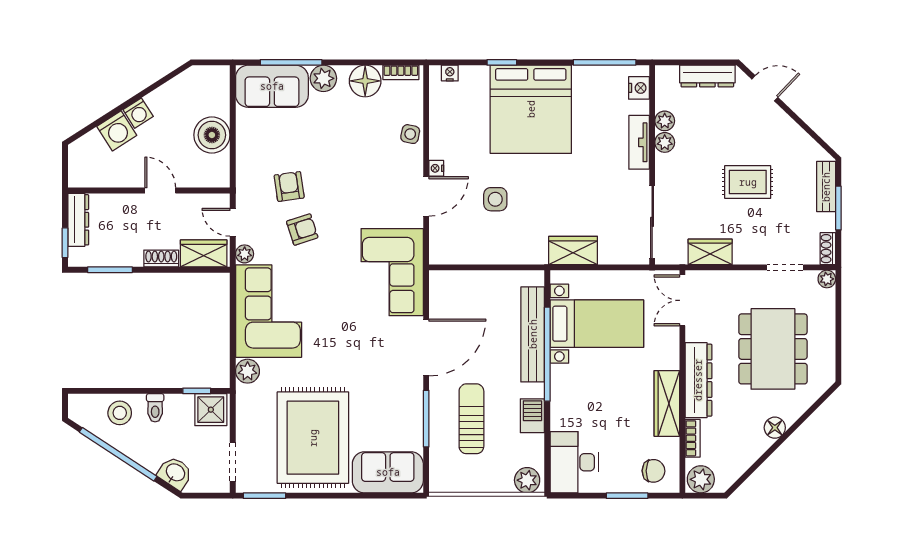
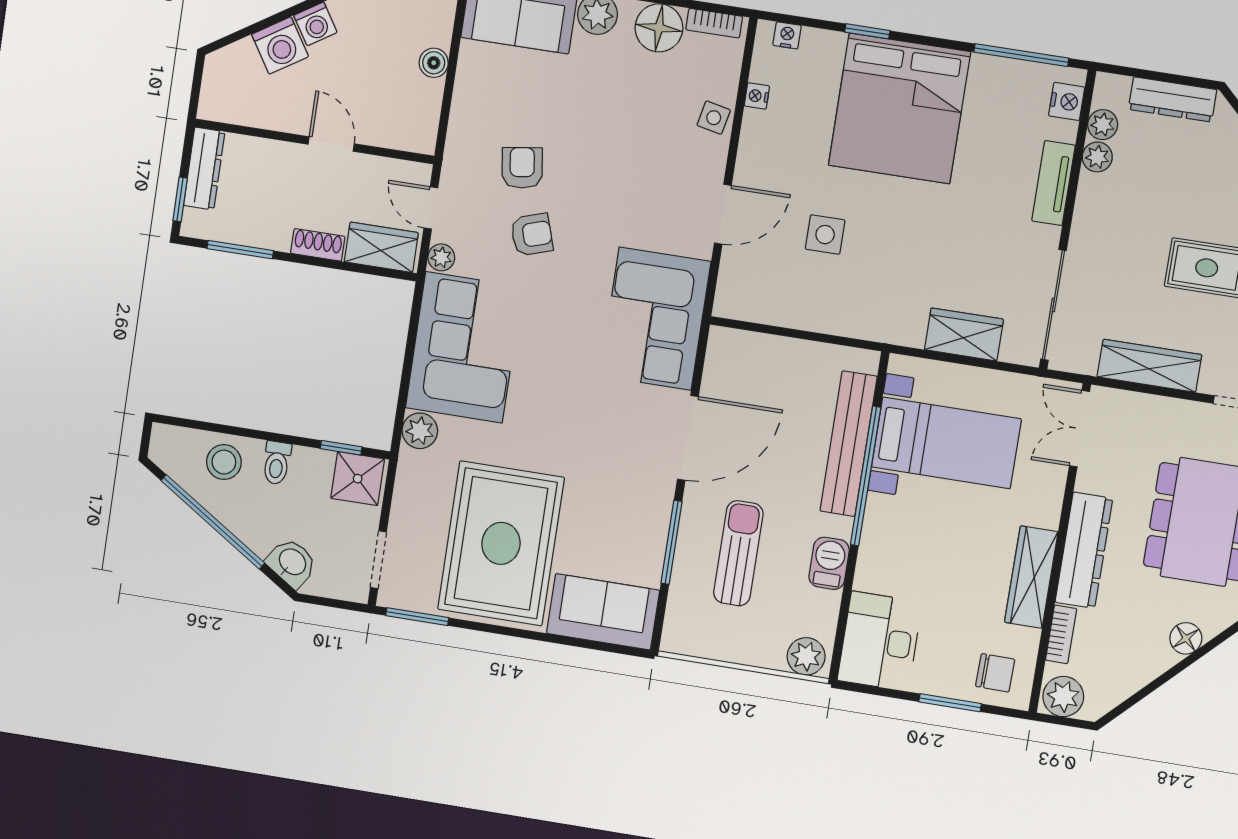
boiler: (212, 135) -> (434, 63), width x0.54, depth x0.54
plant: (665, 142) -> (1103, 125), moved
nightstand: (436, 168) -> (757, 96), moved
wardrobe: (573, 250) -> (964, 334), moved
wardrobe: (710, 252) -> (1149, 366), width x1.50

